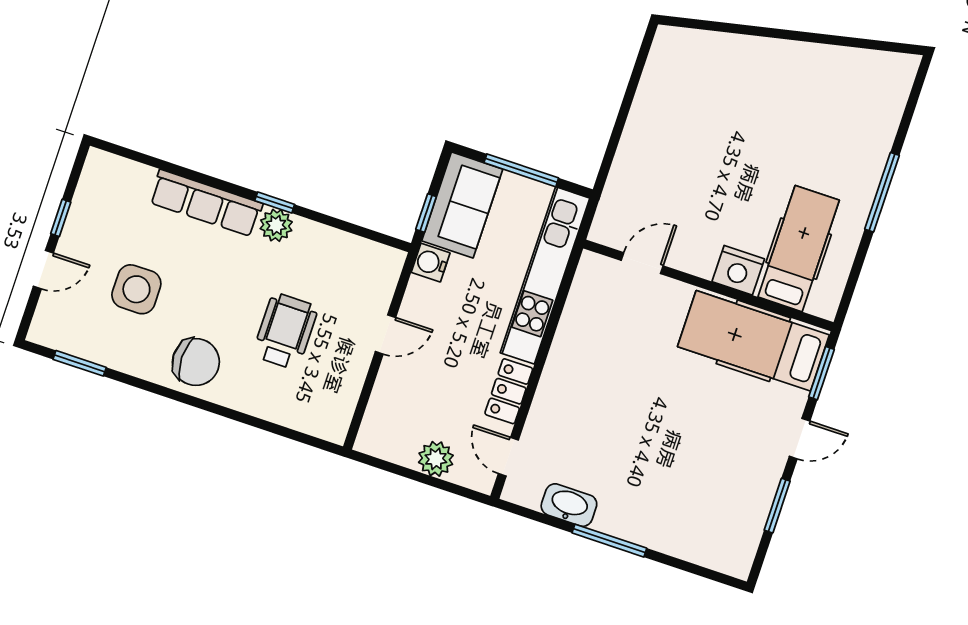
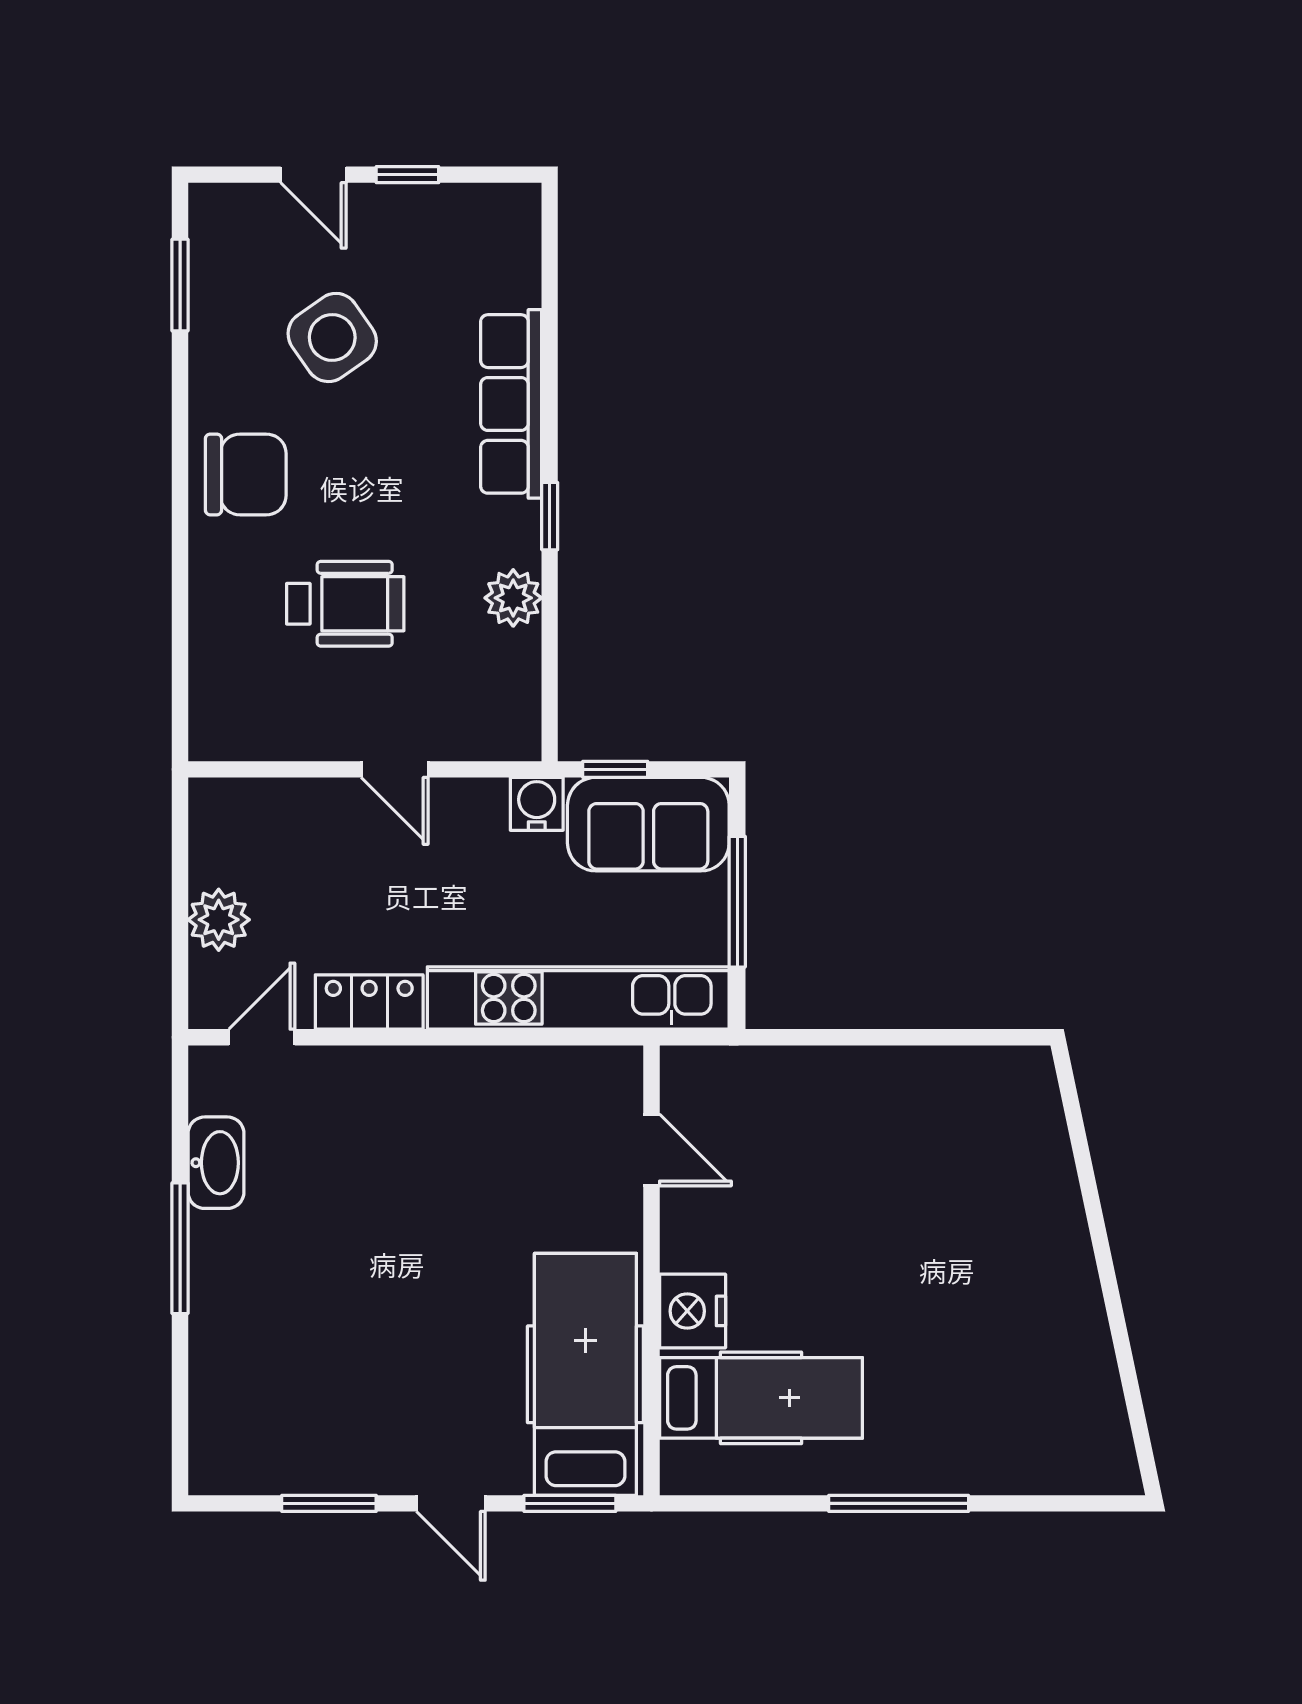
plant: (276, 225) -> (513, 598), moved
side table: (136, 289) -> (332, 337), turned -35
chair: (196, 362) -> (246, 474), turned -90

